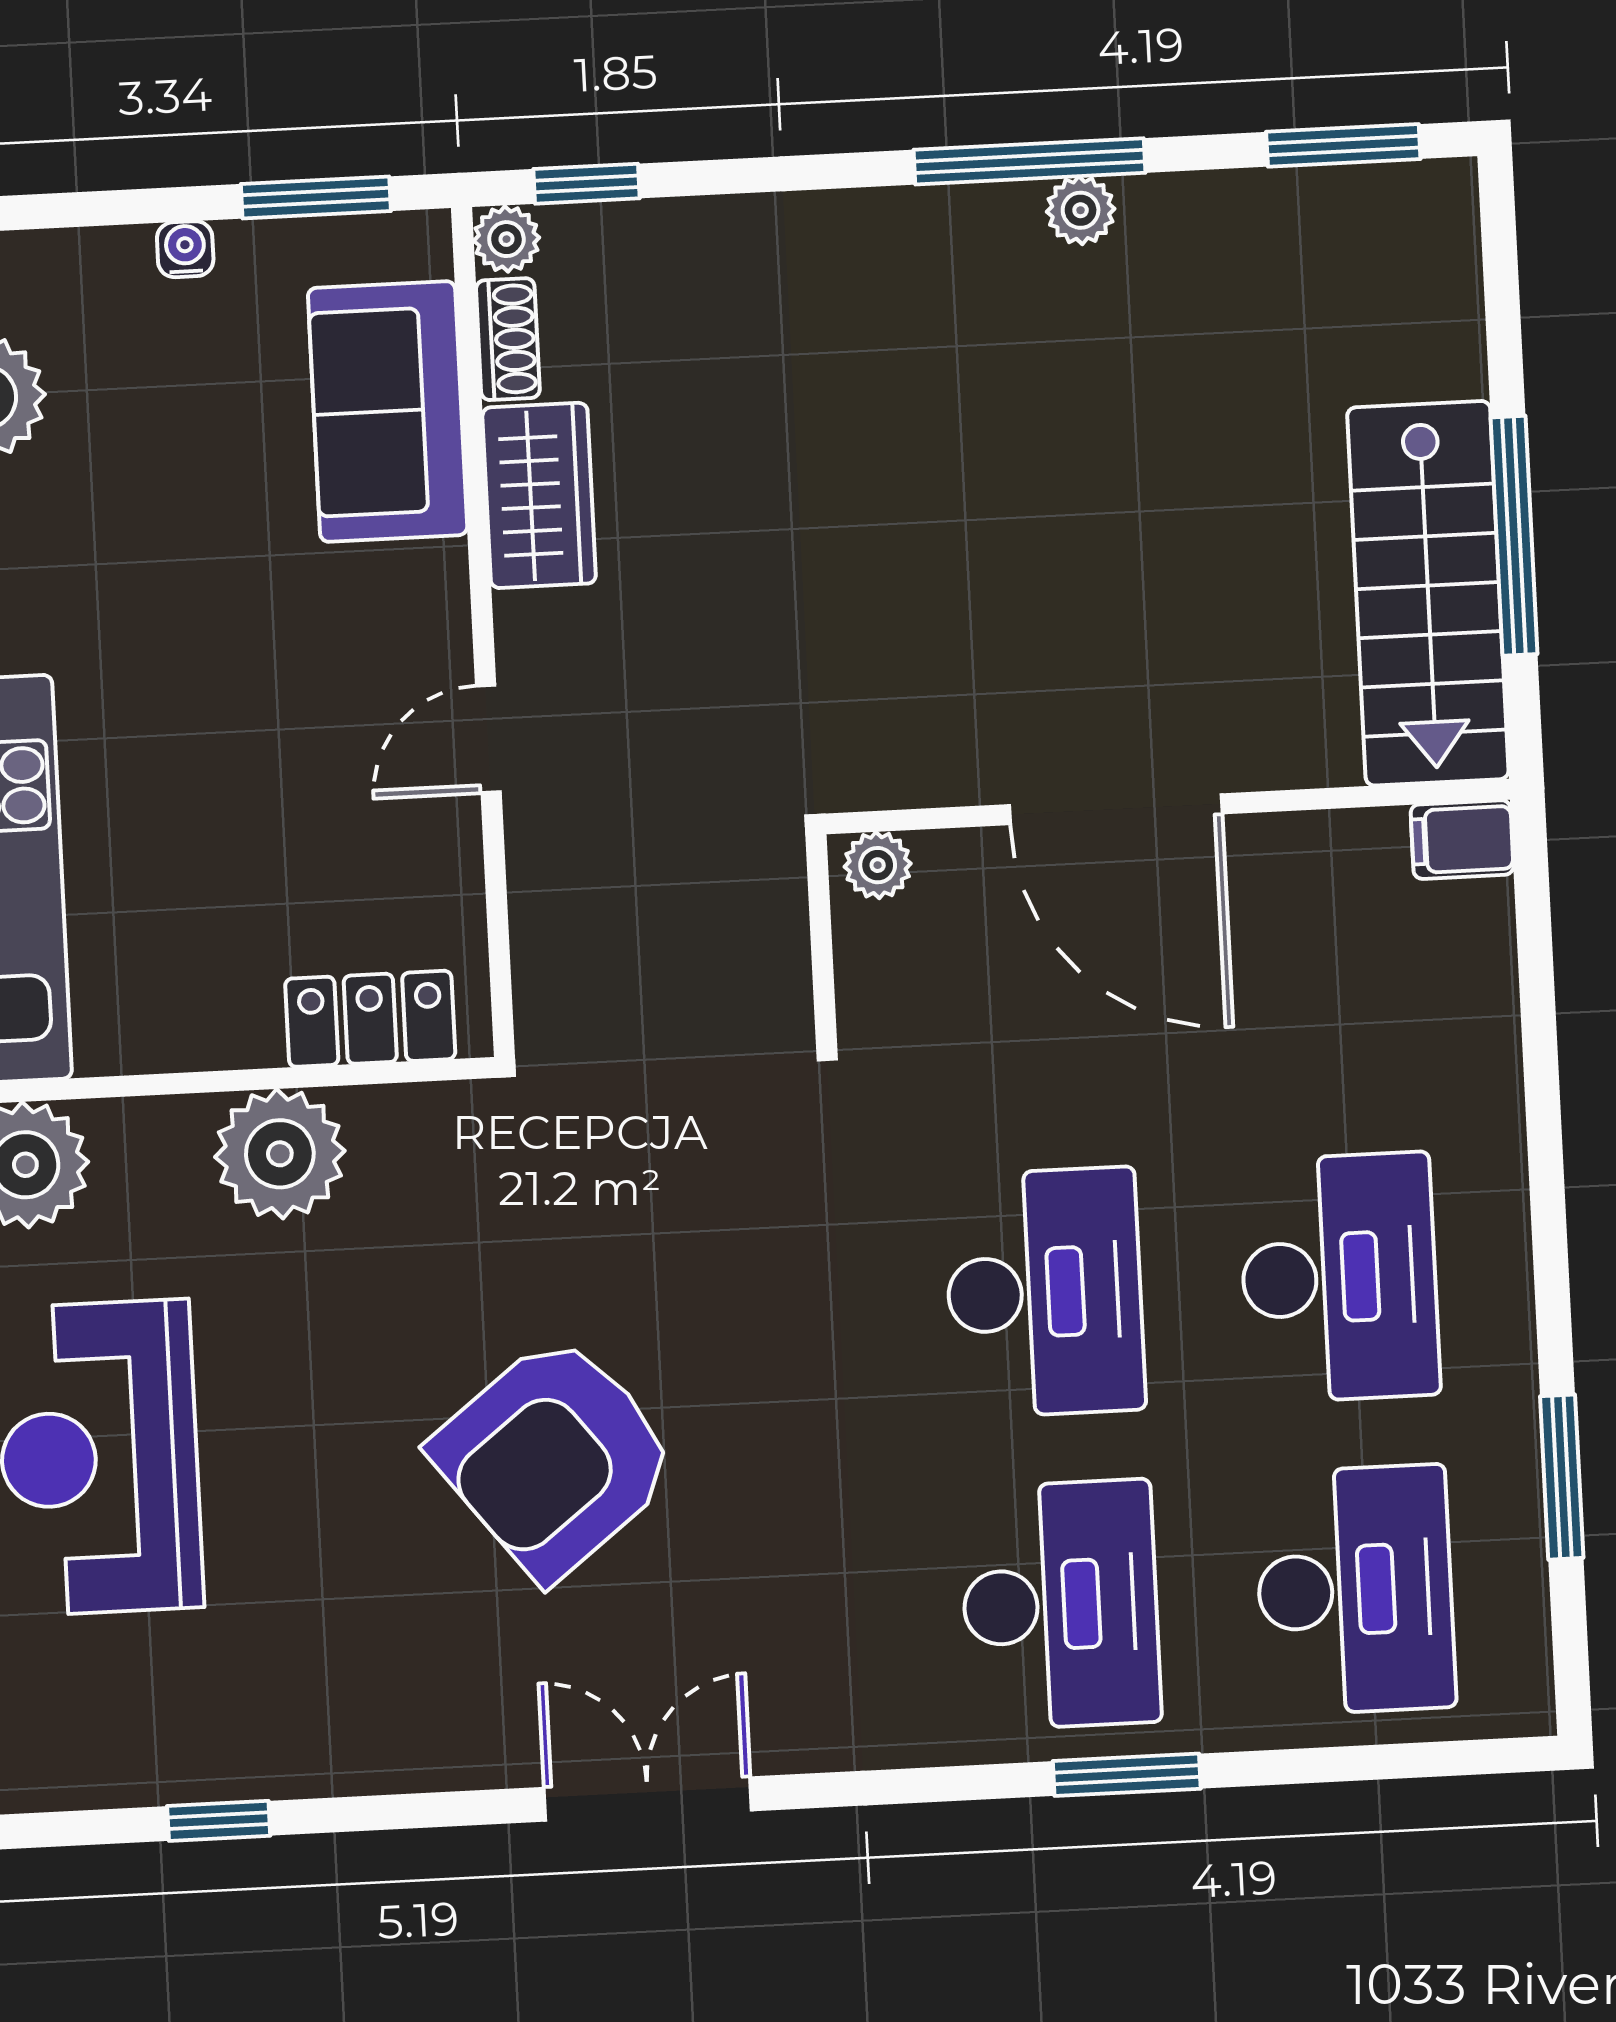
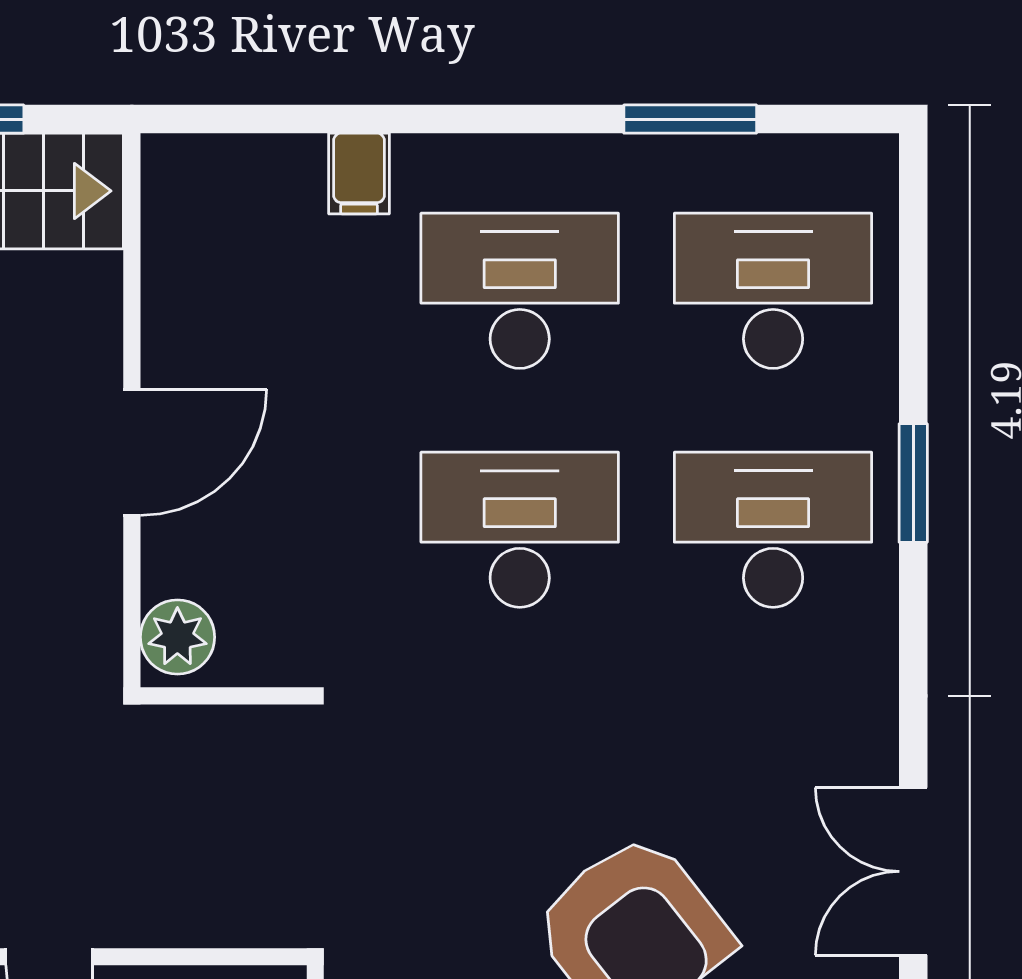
door: (1116, 809) -> (132, 452), width x0.73
filing cabinet: (1462, 840) -> (359, 174), moved
plant: (878, 865) -> (177, 637), width x1.38, depth x1.38

